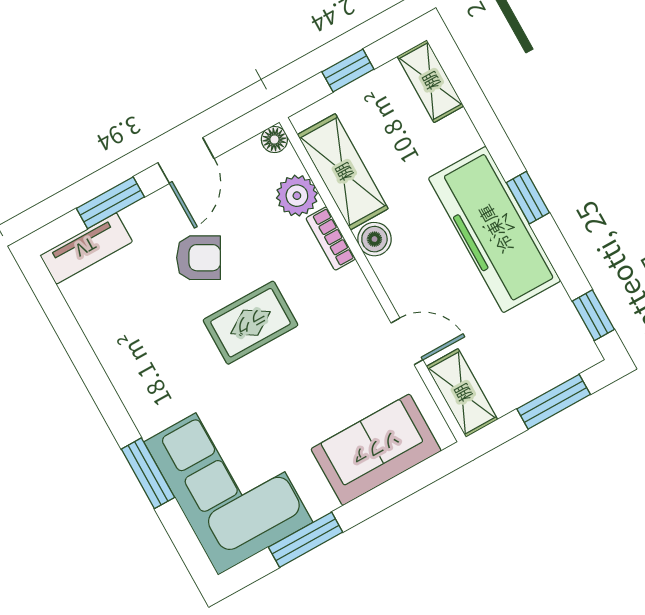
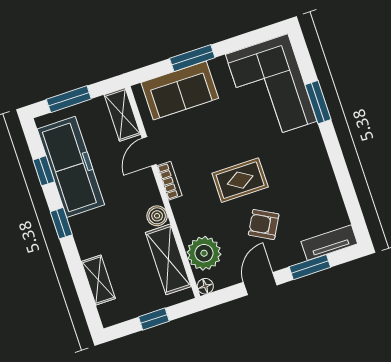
shelving: (430, 81) -> (98, 280), moved
plant: (297, 196) -> (204, 253), width x1.36, depth x1.36
freezer: (495, 229) -> (71, 167), moved
bookcase: (331, 239) -> (170, 181), moved
window: (593, 315) -> (44, 171), moved
door: (407, 341) -> (149, 151), hinge flipped
window: (306, 540) -> (192, 58), moved

